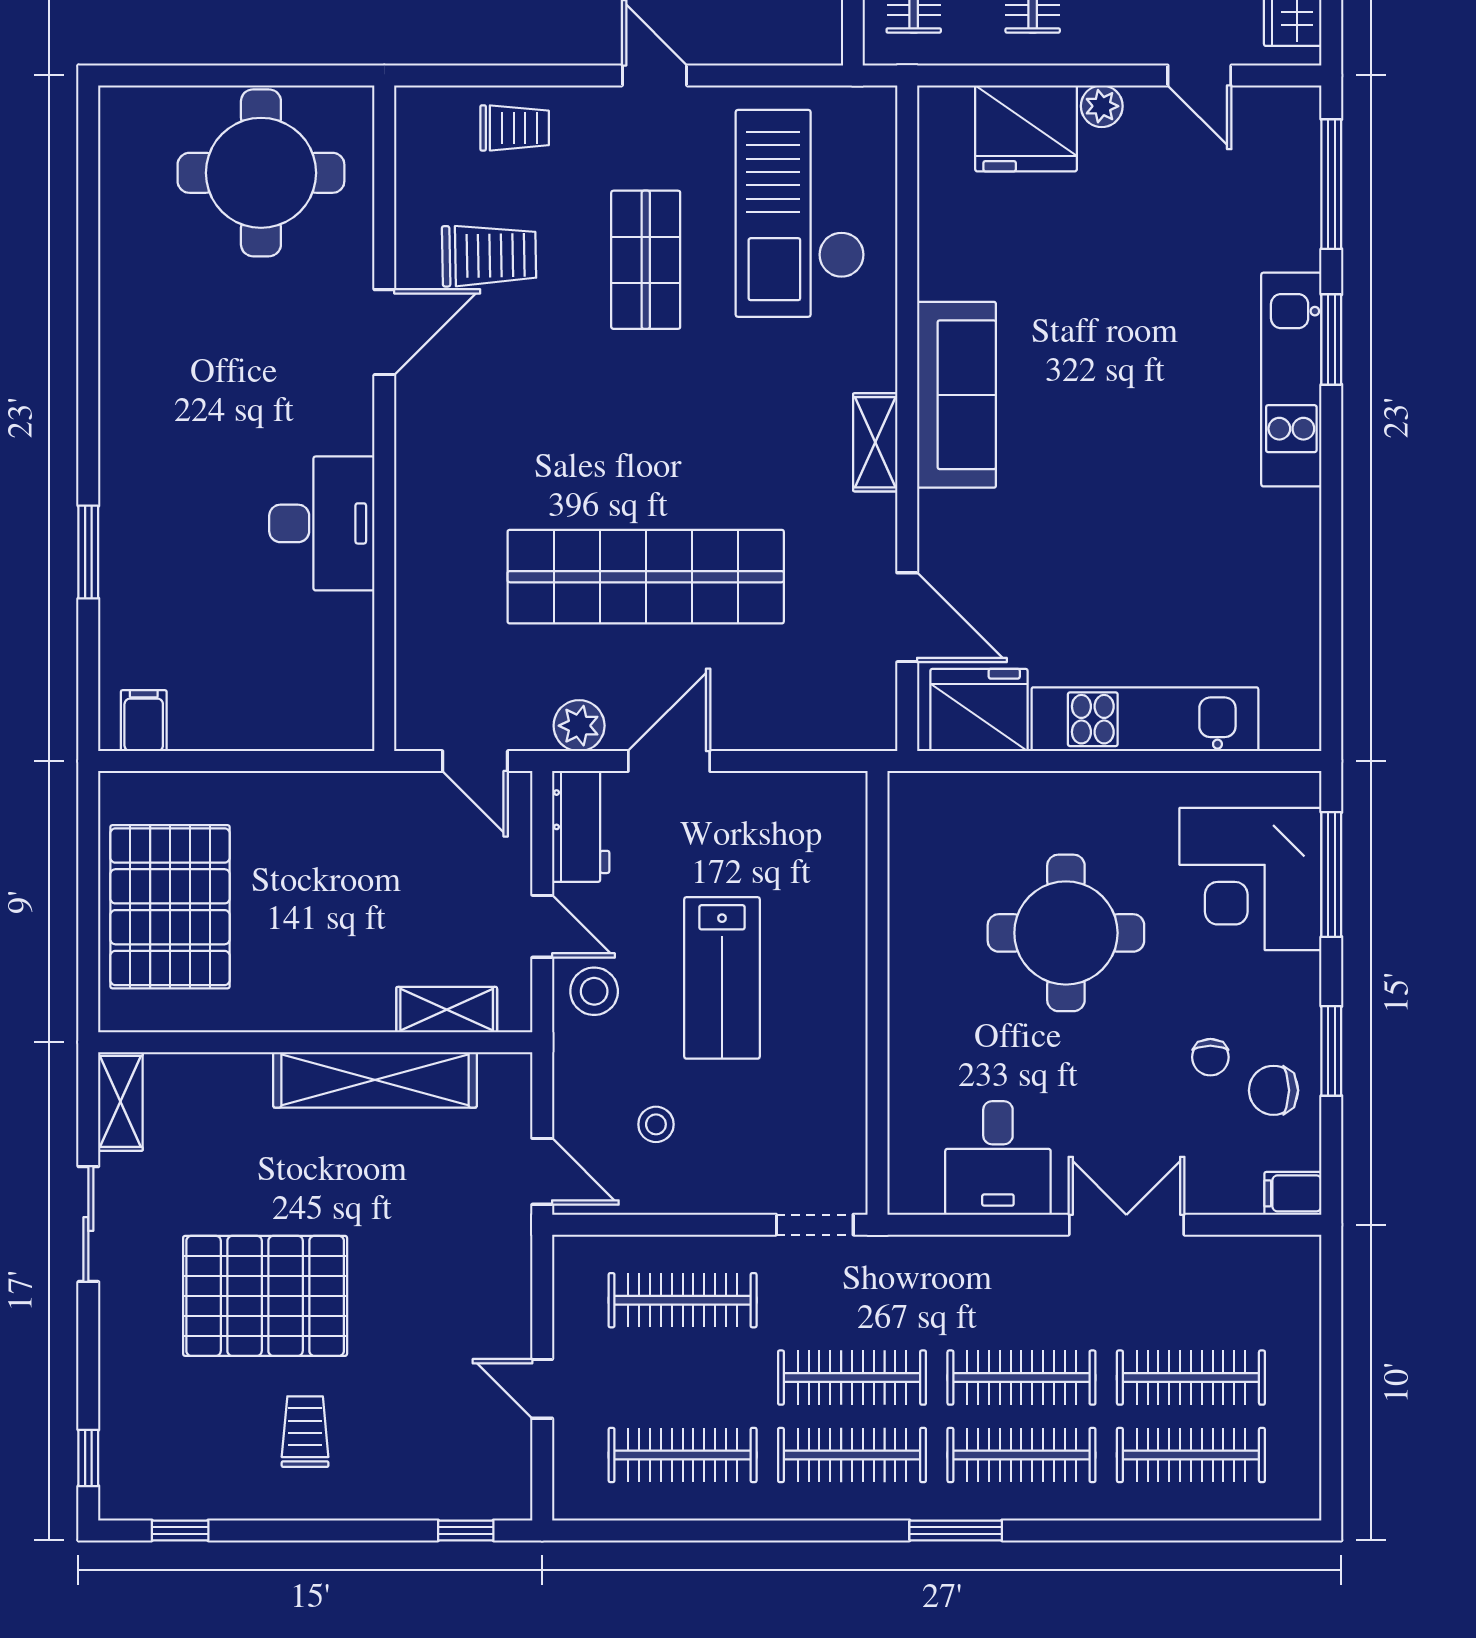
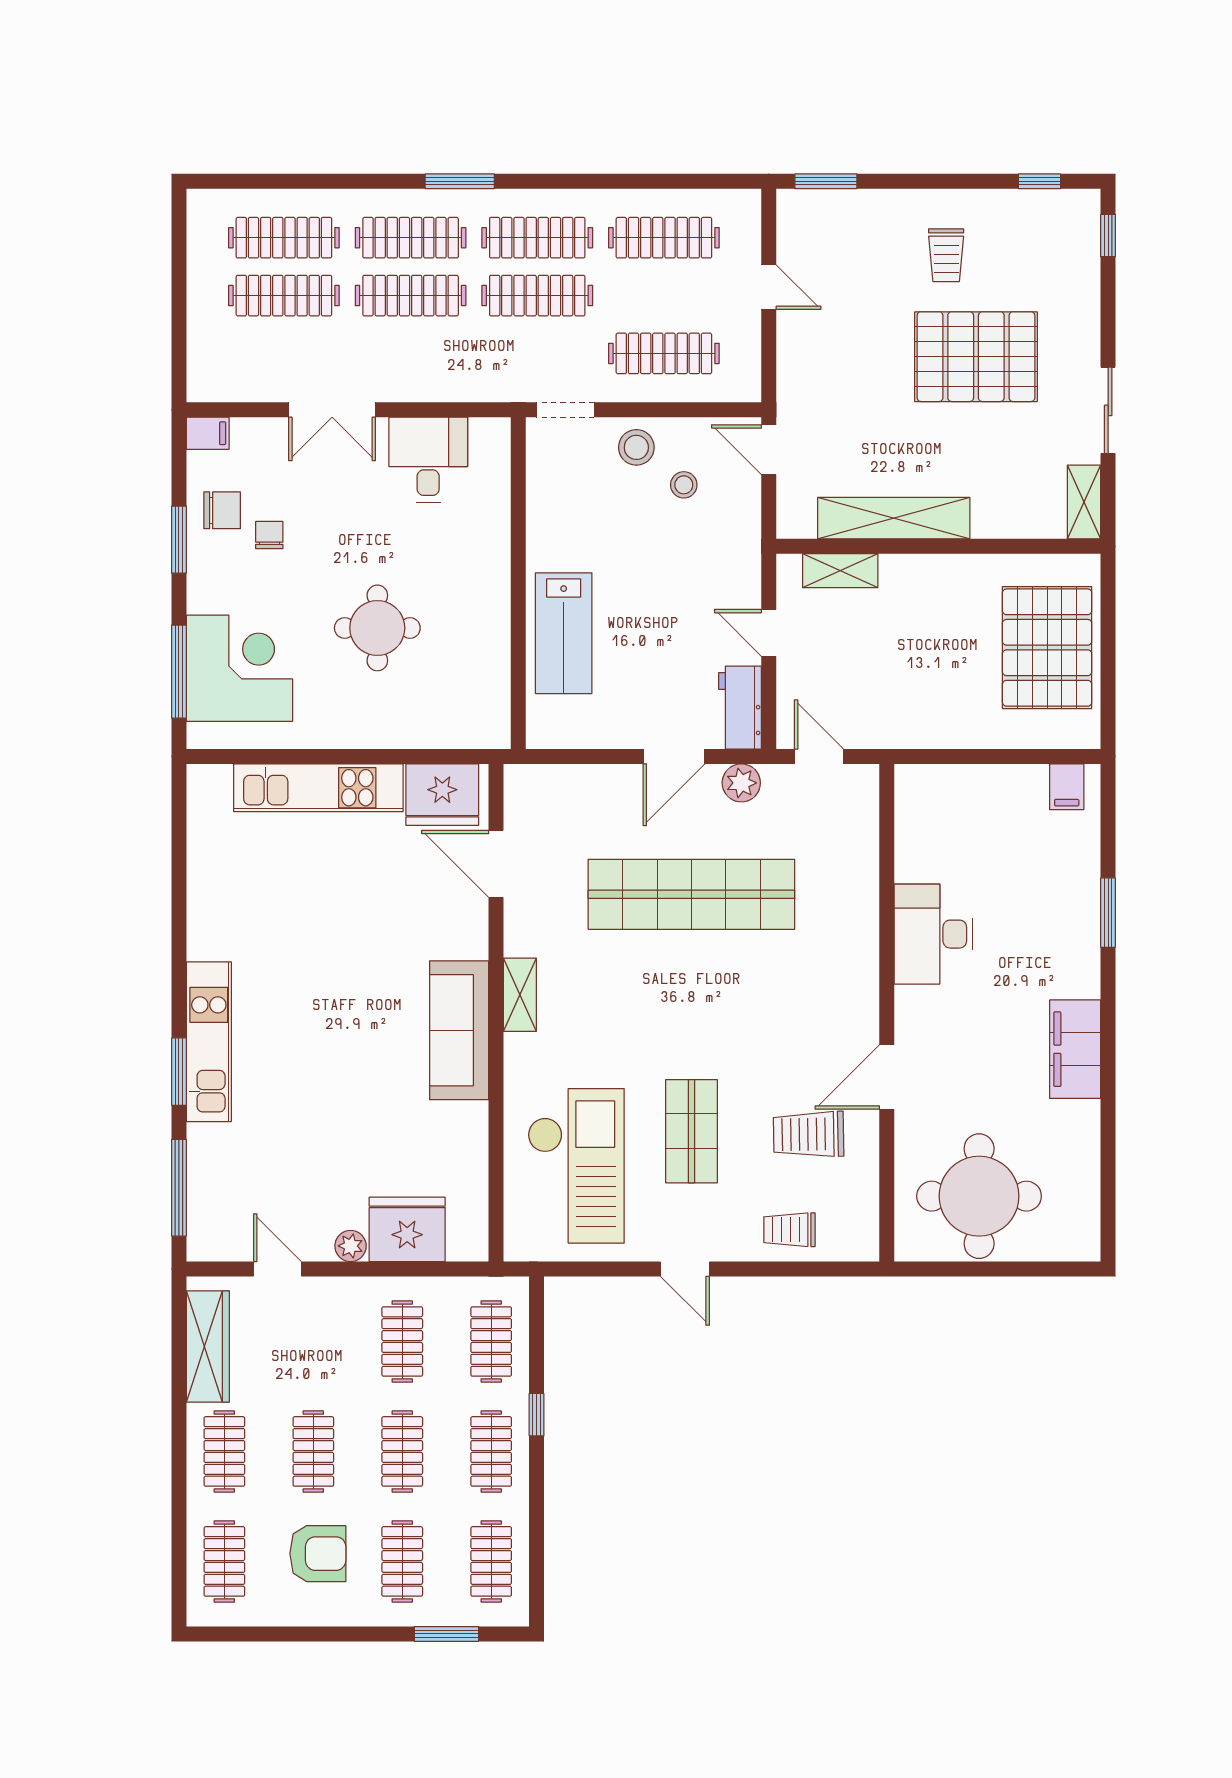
filing cabinet: (132, 369) -> (1075, 1049), added
round table: (1066, 933) -> (377, 628), width x0.73, depth x0.73
lab bench: (722, 978) -> (564, 633), moved, turned 180
stool: (594, 991) -> (636, 447), moved
window: (466, 1530) -> (826, 181), width x1.50

